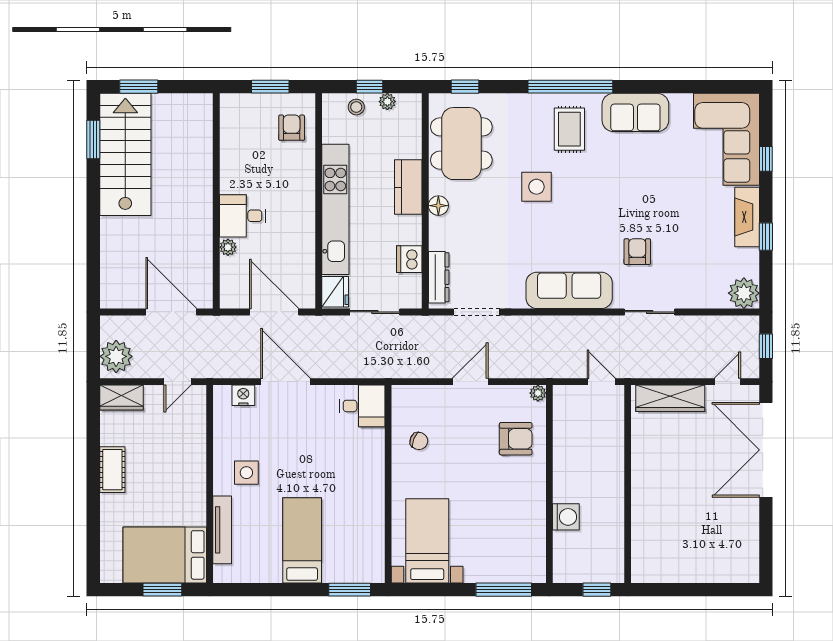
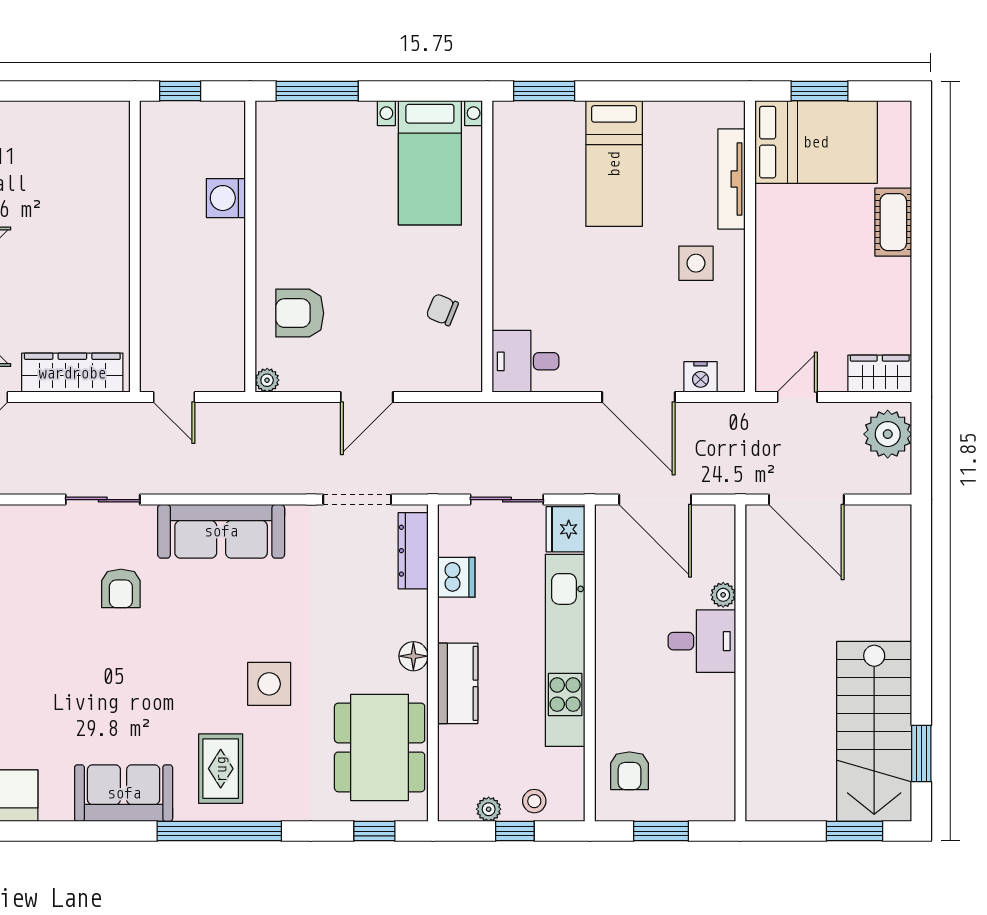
cot: (112, 470) -> (893, 222), moved

